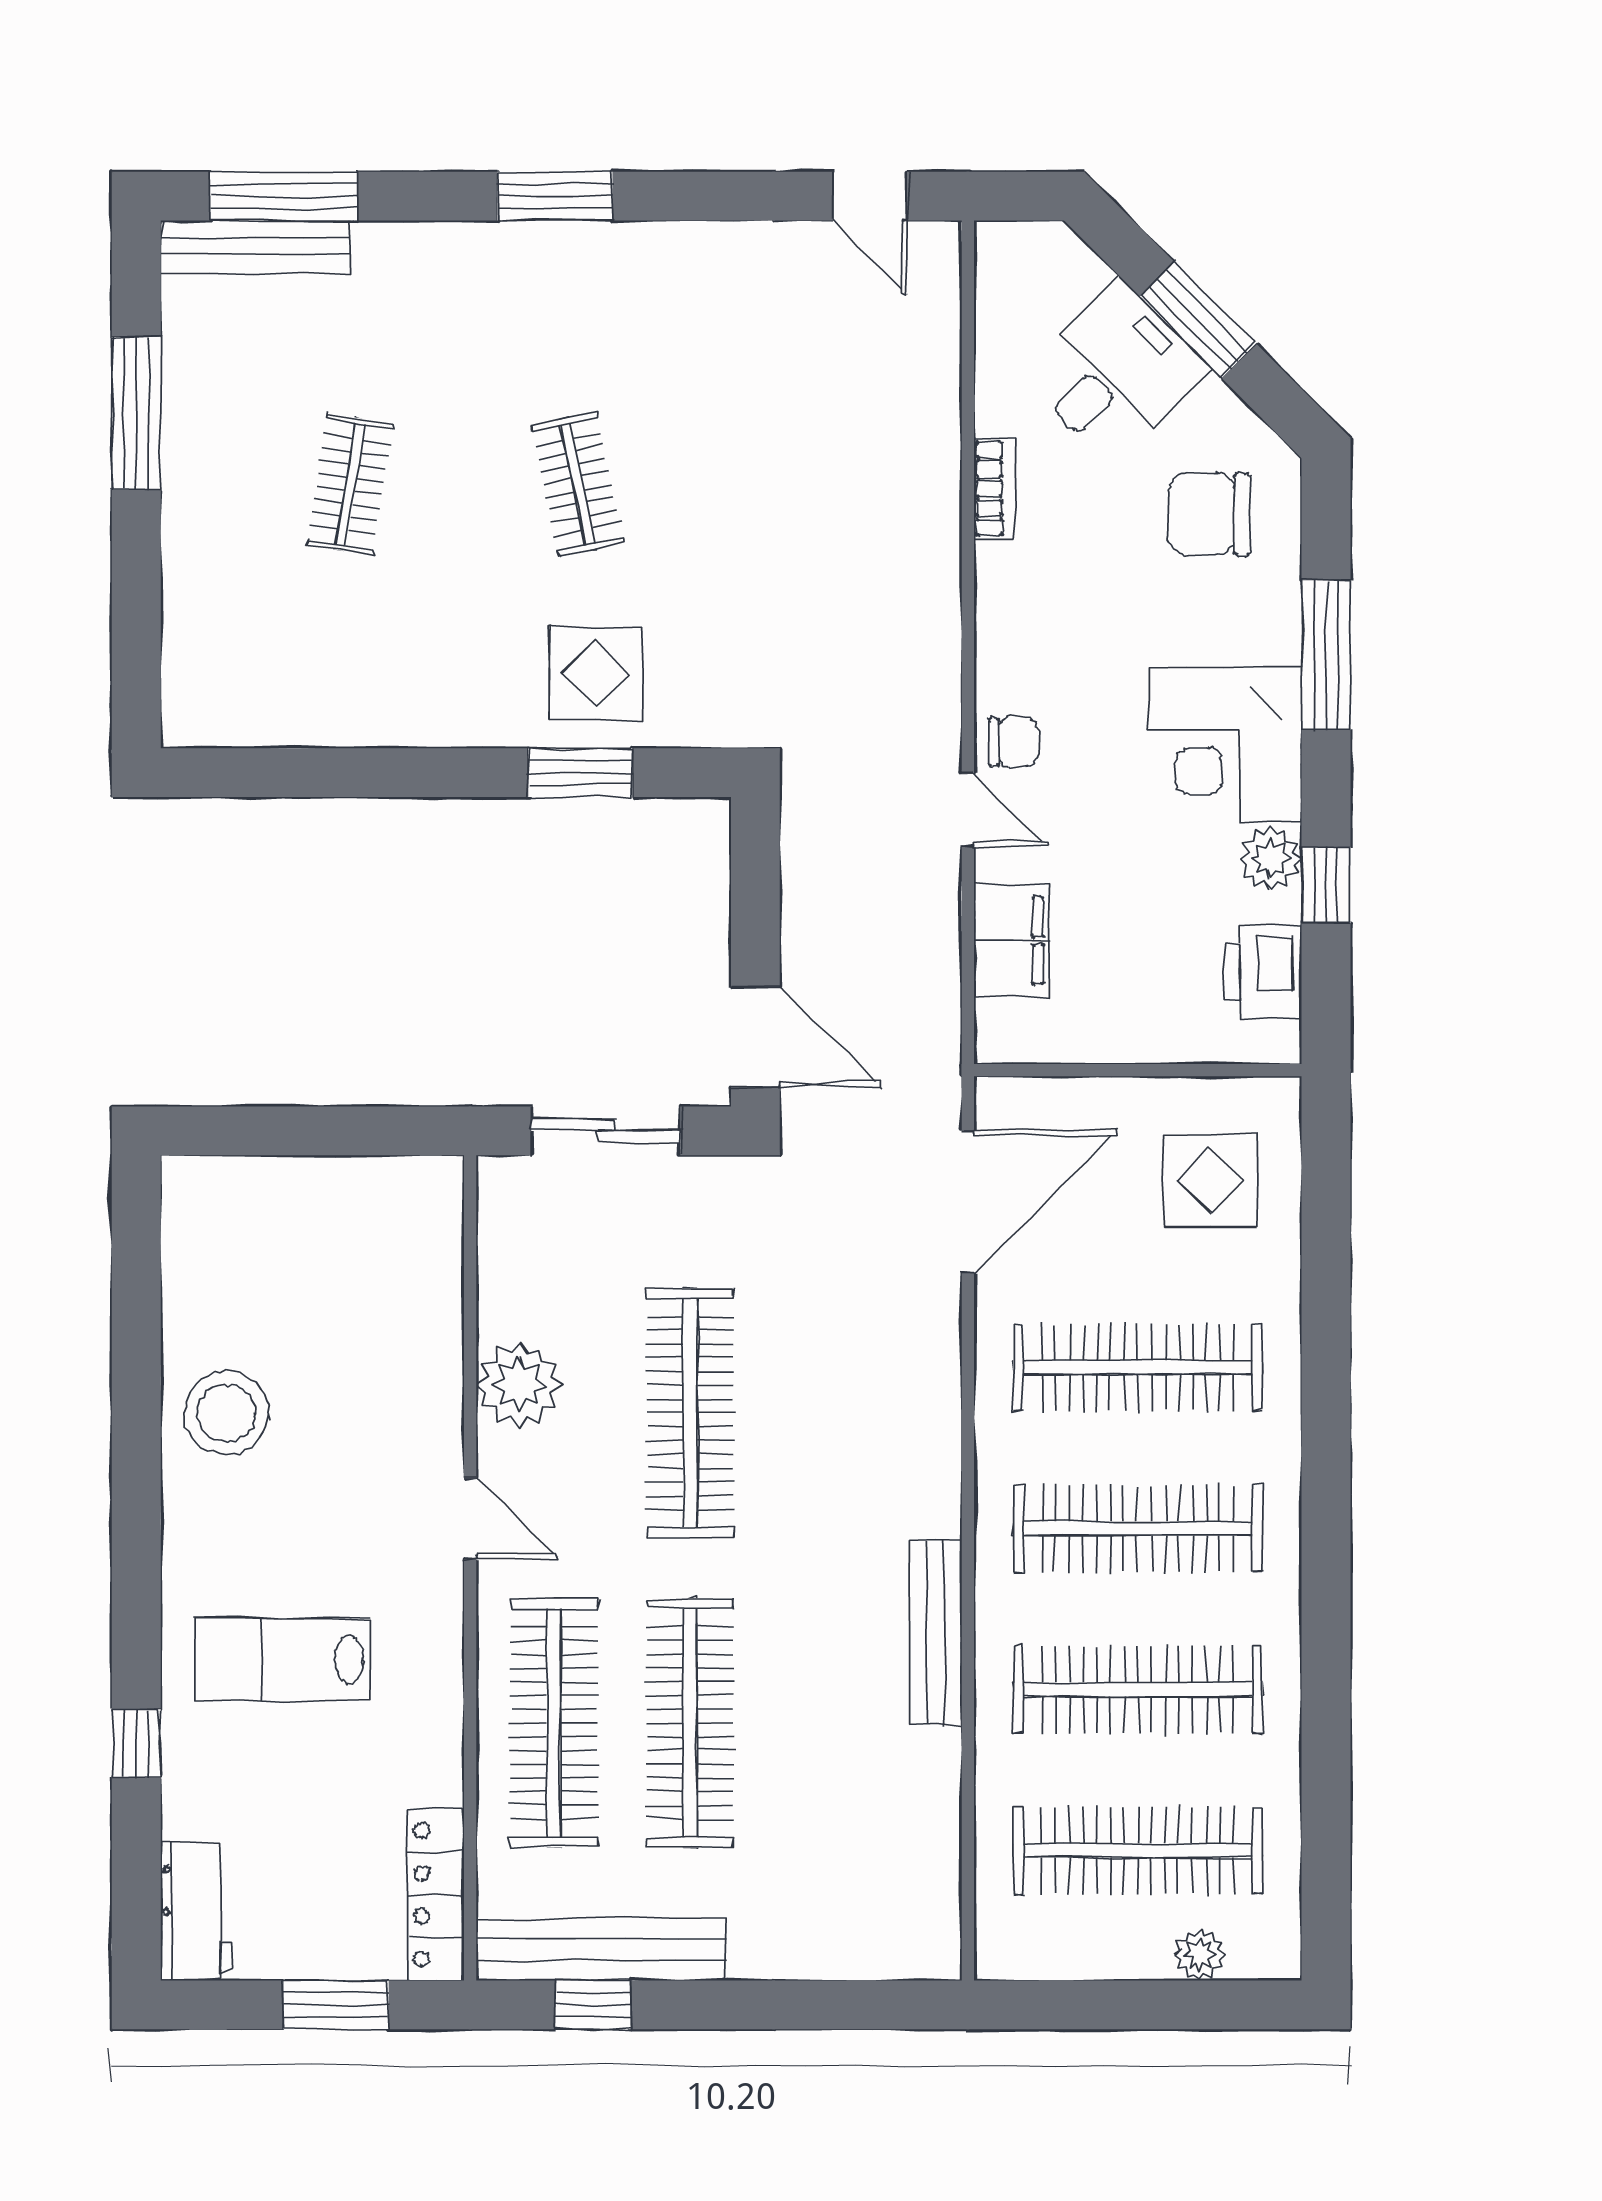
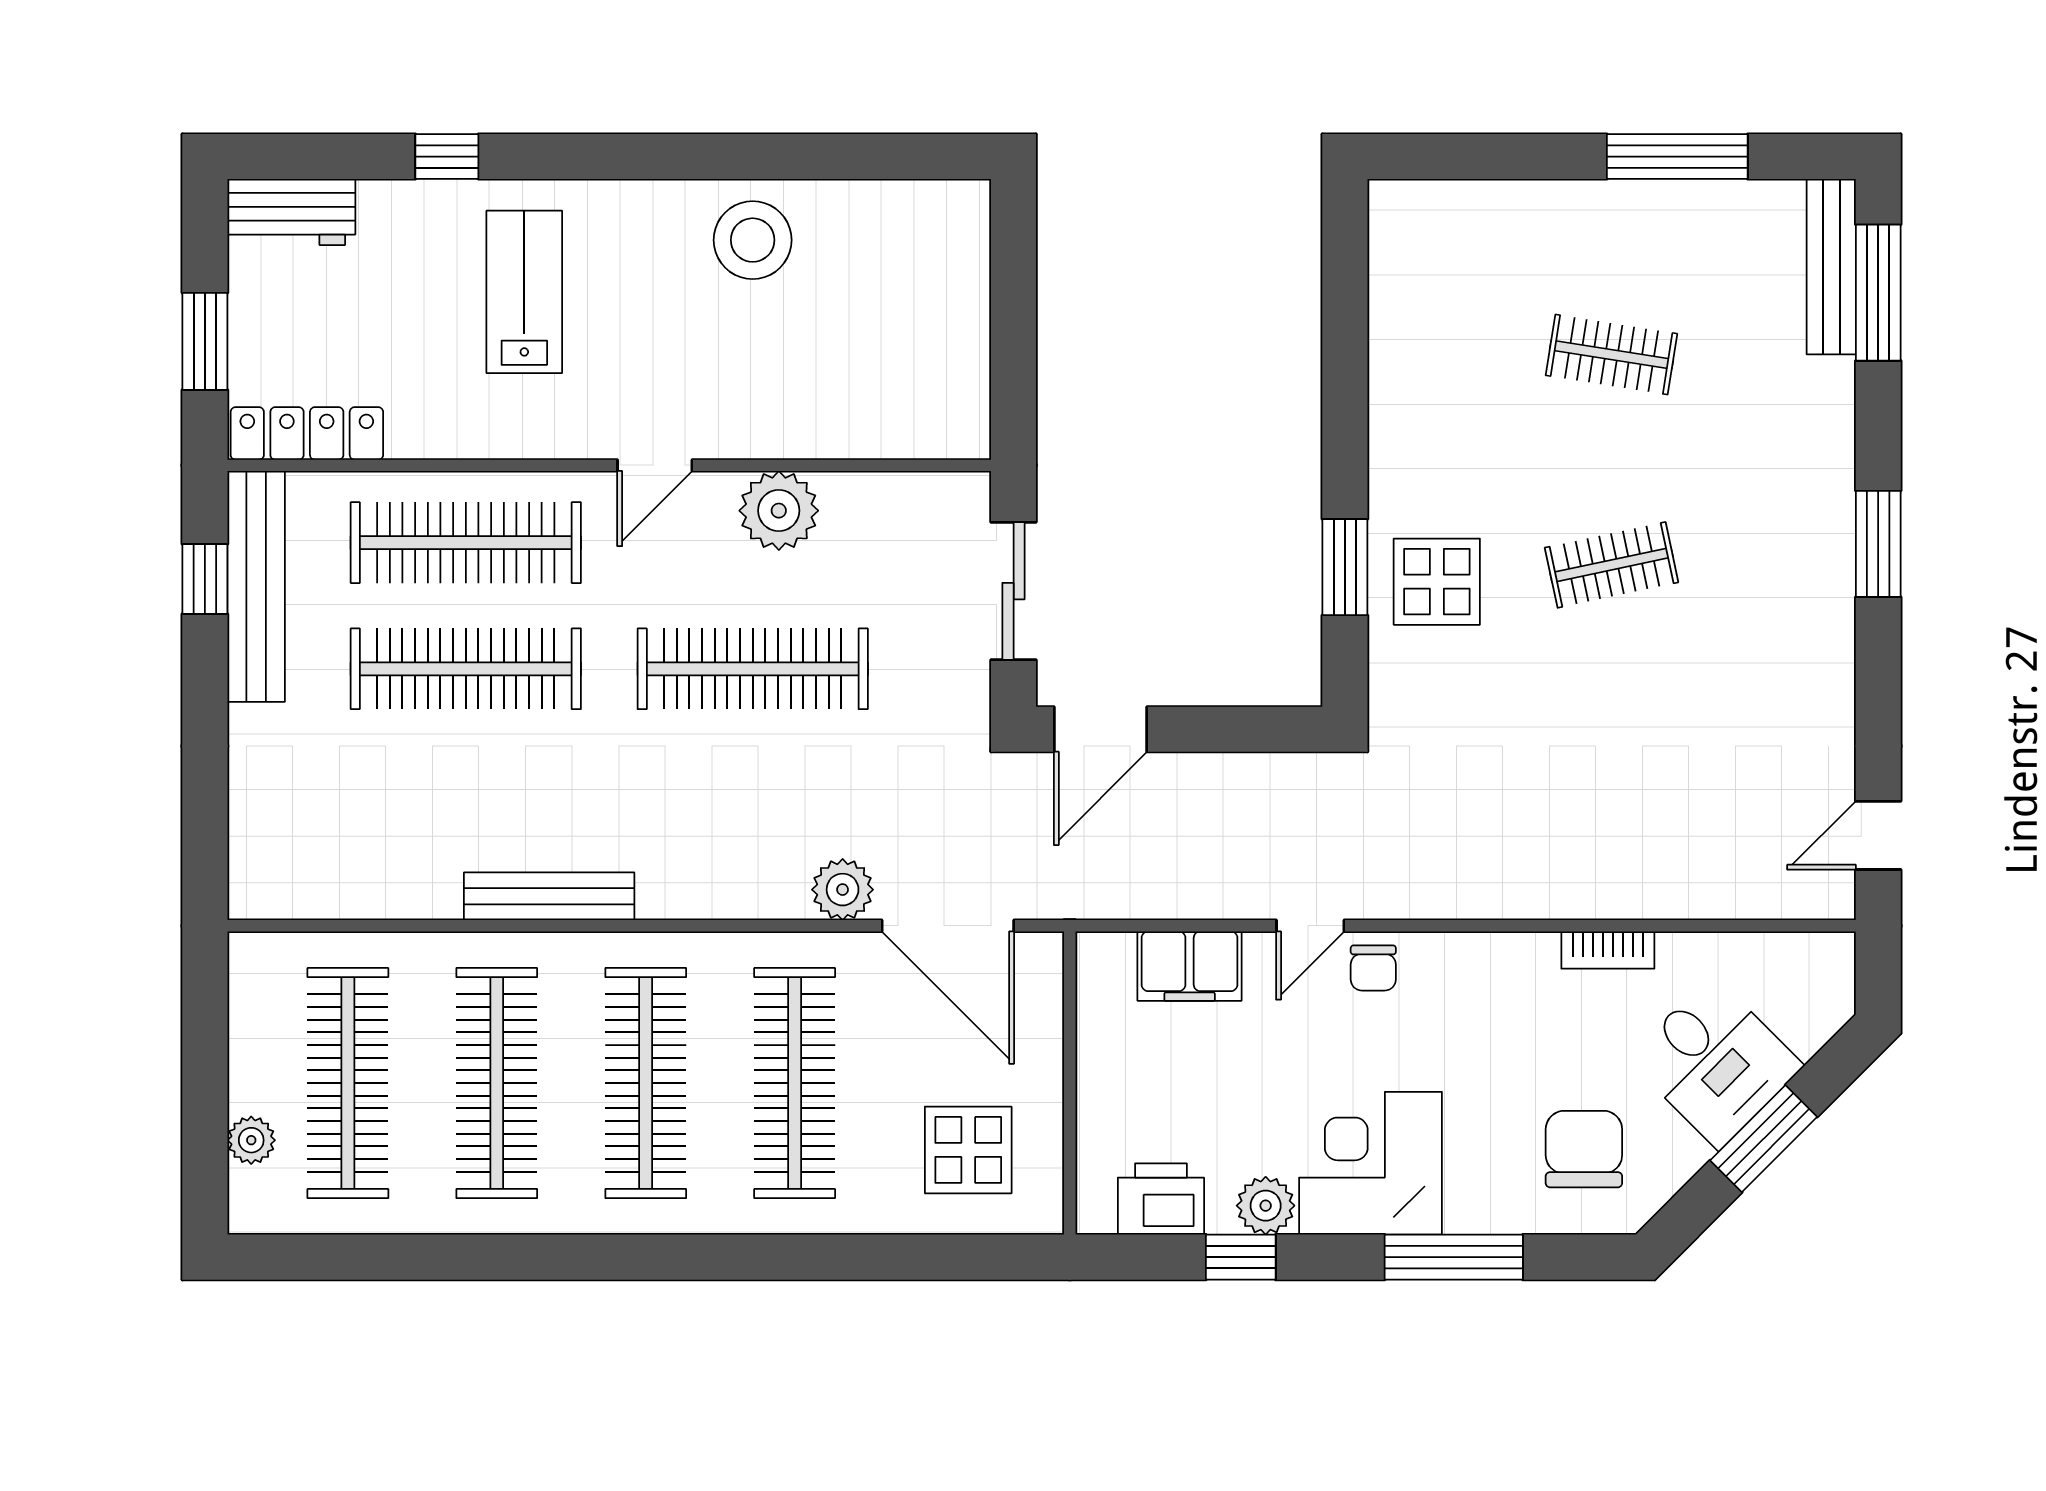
plant: (929, 1316) -> (843, 890), added

